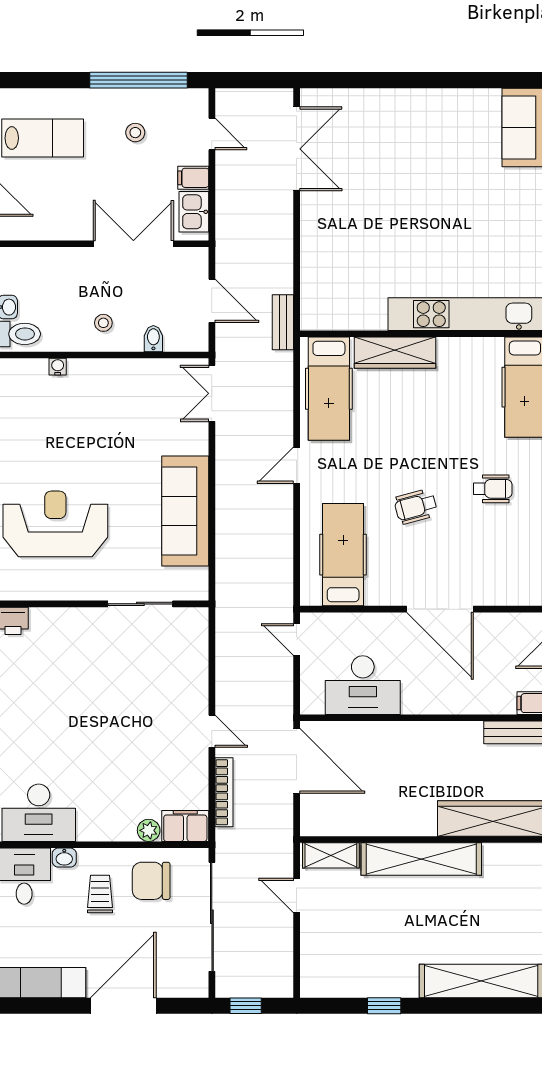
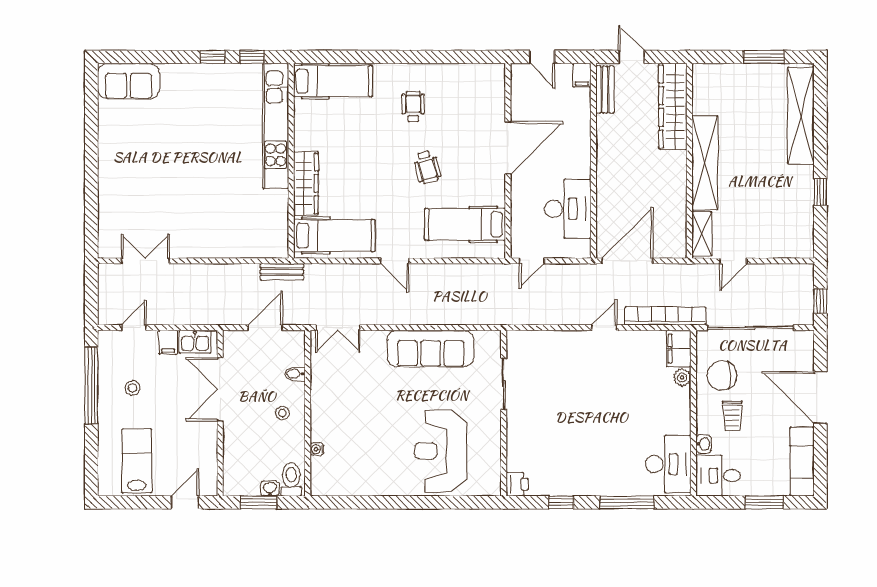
double door: (297, 149) -> (145, 261), width x0.73
bookcase: (224, 792) -> (665, 316), width x1.48, depth x1.31
chair: (151, 881) -> (722, 375), turned 90
trolley: (100, 894) -> (732, 416), turned -90

